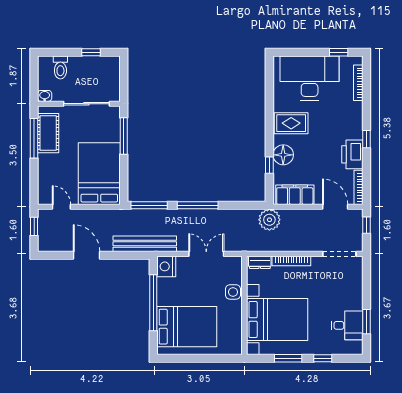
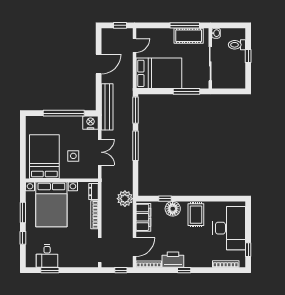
window: (91, 52) -> (248, 56), moved
side table: (233, 292) -> (73, 156), moved
bed: (187, 327) -> (44, 157), moved, turned 180

